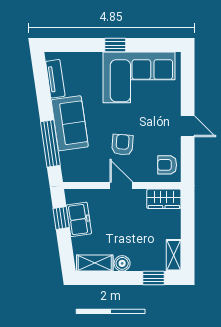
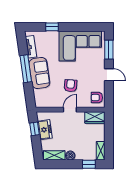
window: (115, 45) -> (52, 27), moved
window: (188, 84) -> (109, 50), added
window: (50, 143) -> (26, 69), moved
door: (121, 186) -> (70, 110), hinge flipped

